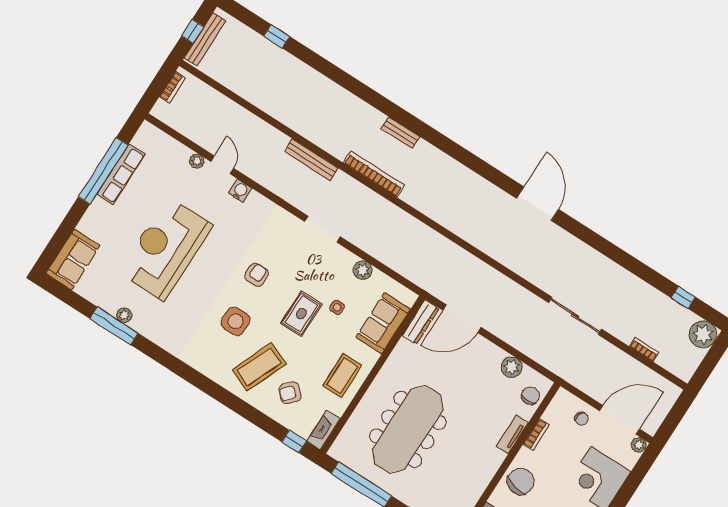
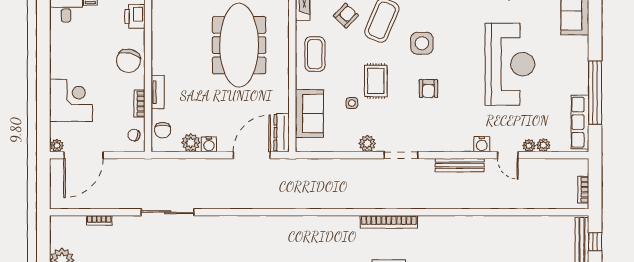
plant: (183, 153) -> (543, 145), added
bench: (311, 160) -> (460, 165), moved
row of seats: (121, 174) -> (580, 122), moved
plant: (363, 270) -> (367, 144), moved
water cooler: (496, 355) -> (209, 144), added
chair: (582, 419) -> (134, 135), moved

